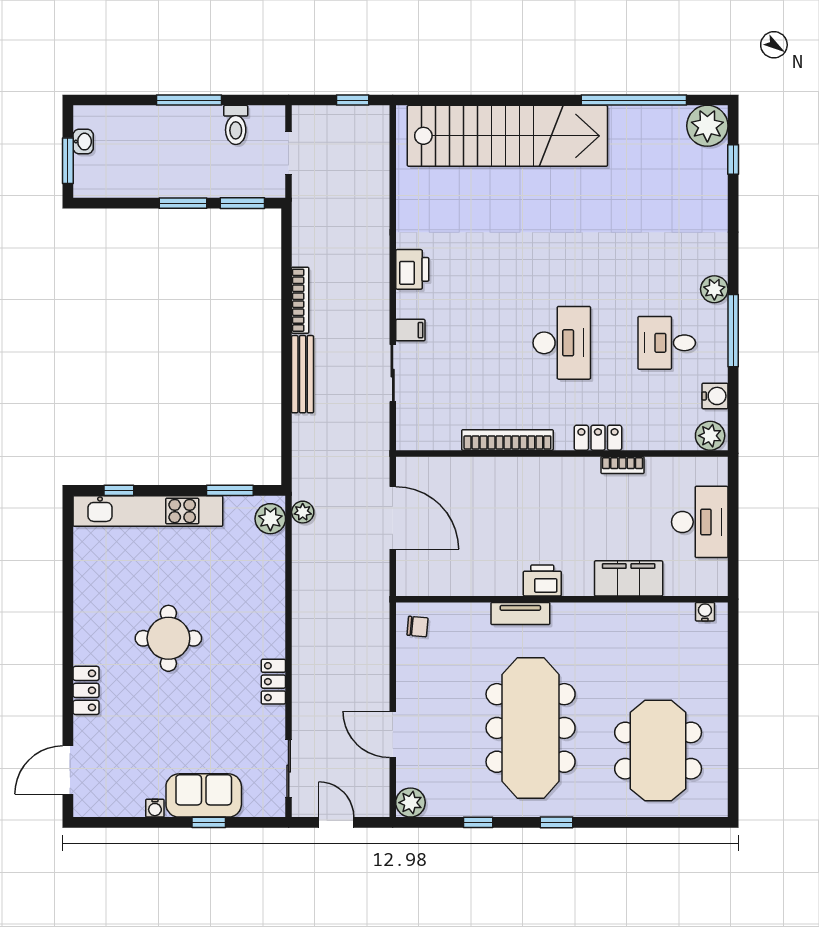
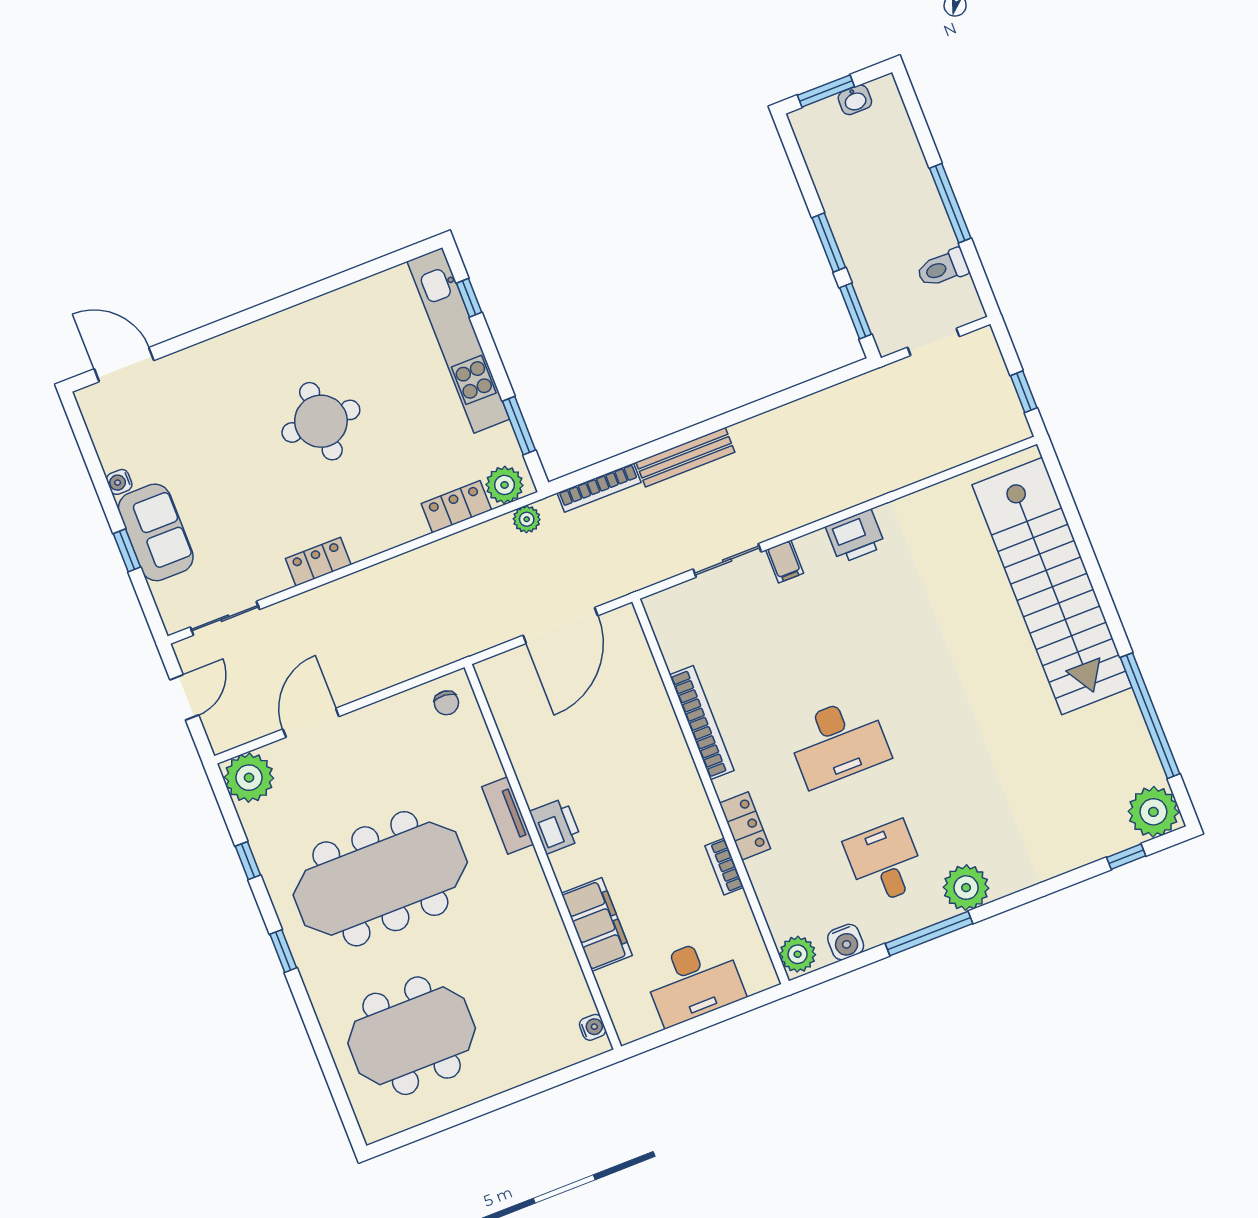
plant: (714, 289) -> (966, 888), width x1.36, depth x1.36
bookcase: (300, 300) -> (599, 488), moved
locker: (86, 690) -> (456, 507), moved, turned 180
plant: (410, 803) -> (249, 778), width x1.36, depth x1.36

